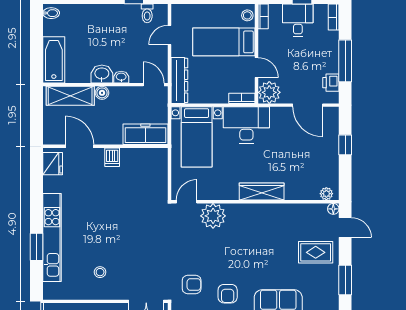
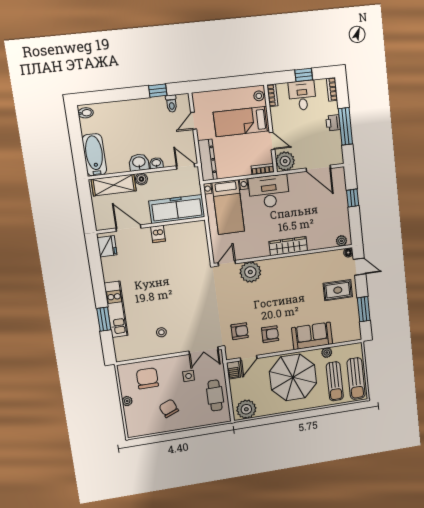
printer: (331, 83) -> (333, 123), moved
freezer: (145, 134) -> (177, 209), width x1.36, depth x1.26
kitchen unit: (52, 237) -> (116, 309), width x0.73
armchair: (228, 294) -> (270, 334), turned -90

